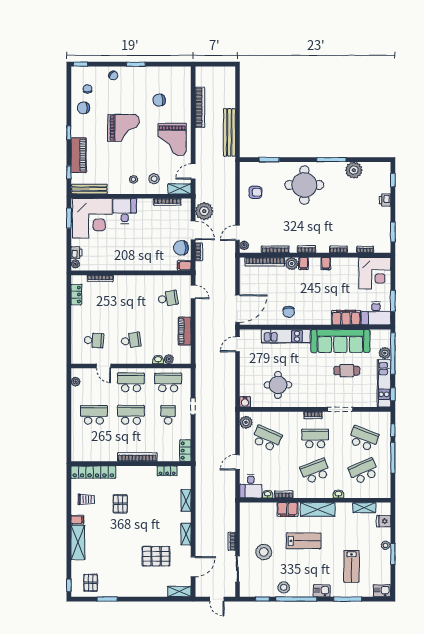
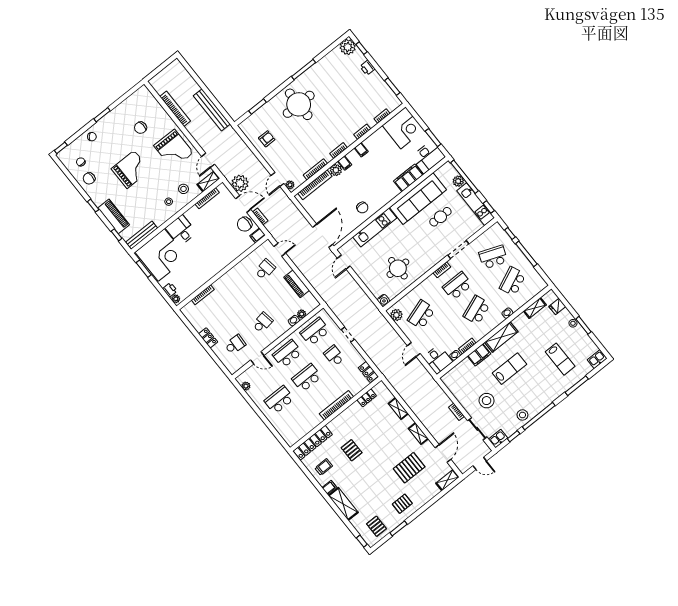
plant: (354, 170) -> (348, 47), moved
locker: (76, 295) -> (208, 338), moved
school desk: (267, 438) -> (421, 315), turned -42
pallet: (127, 581) -> (402, 504), added
kitchen sink: (322, 591) -> (498, 439), moved

